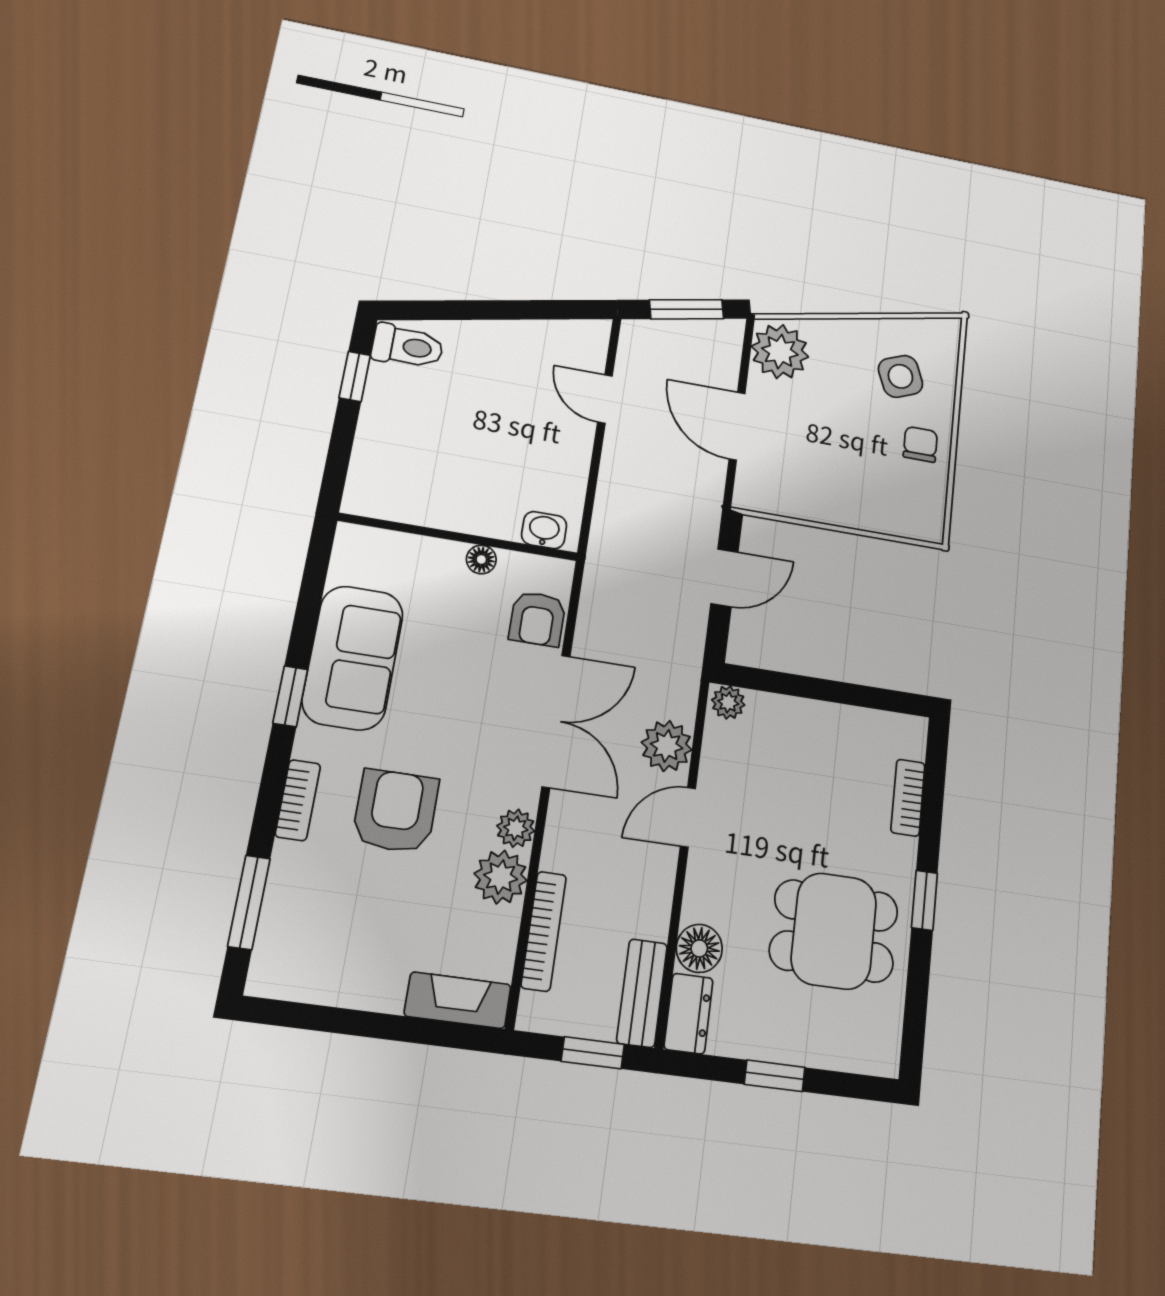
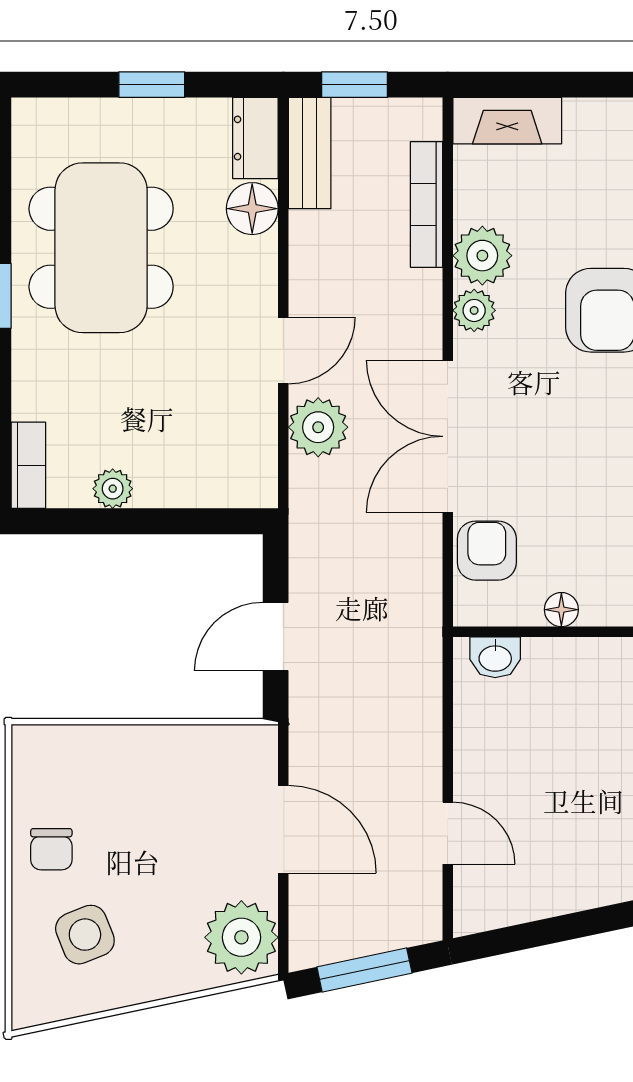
plant: (728, 702) -> (113, 489), moved
bookcase: (908, 798) -> (28, 465), moved
dining table: (834, 931) -> (101, 248), width x1.37

